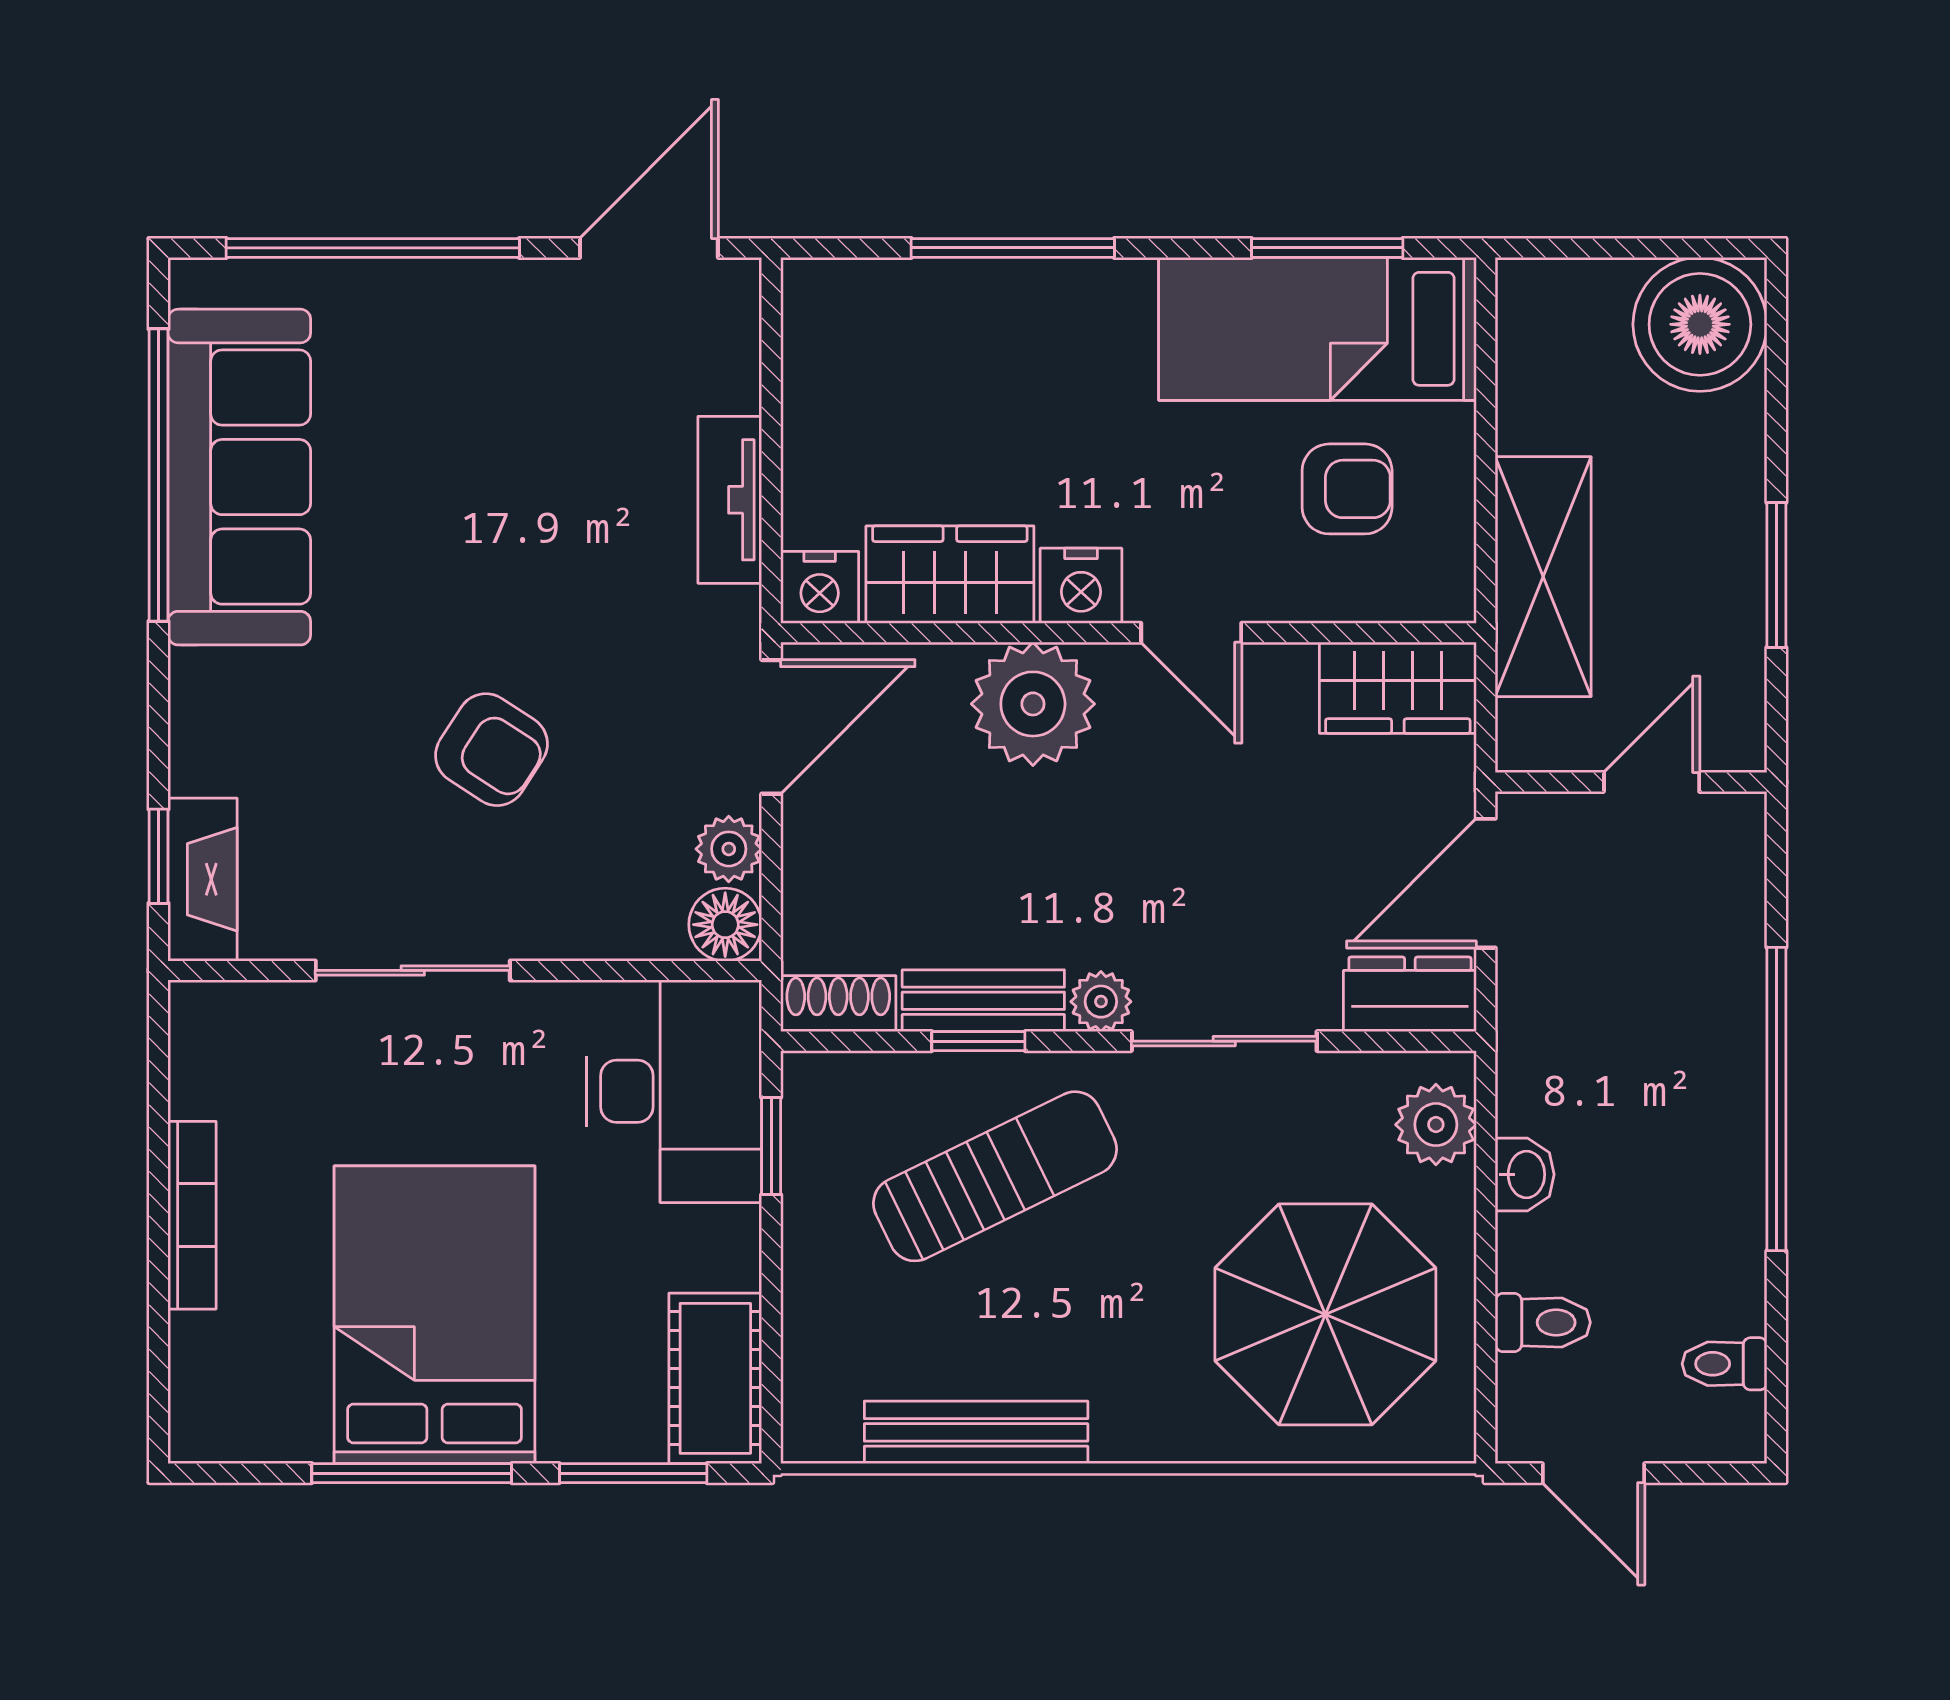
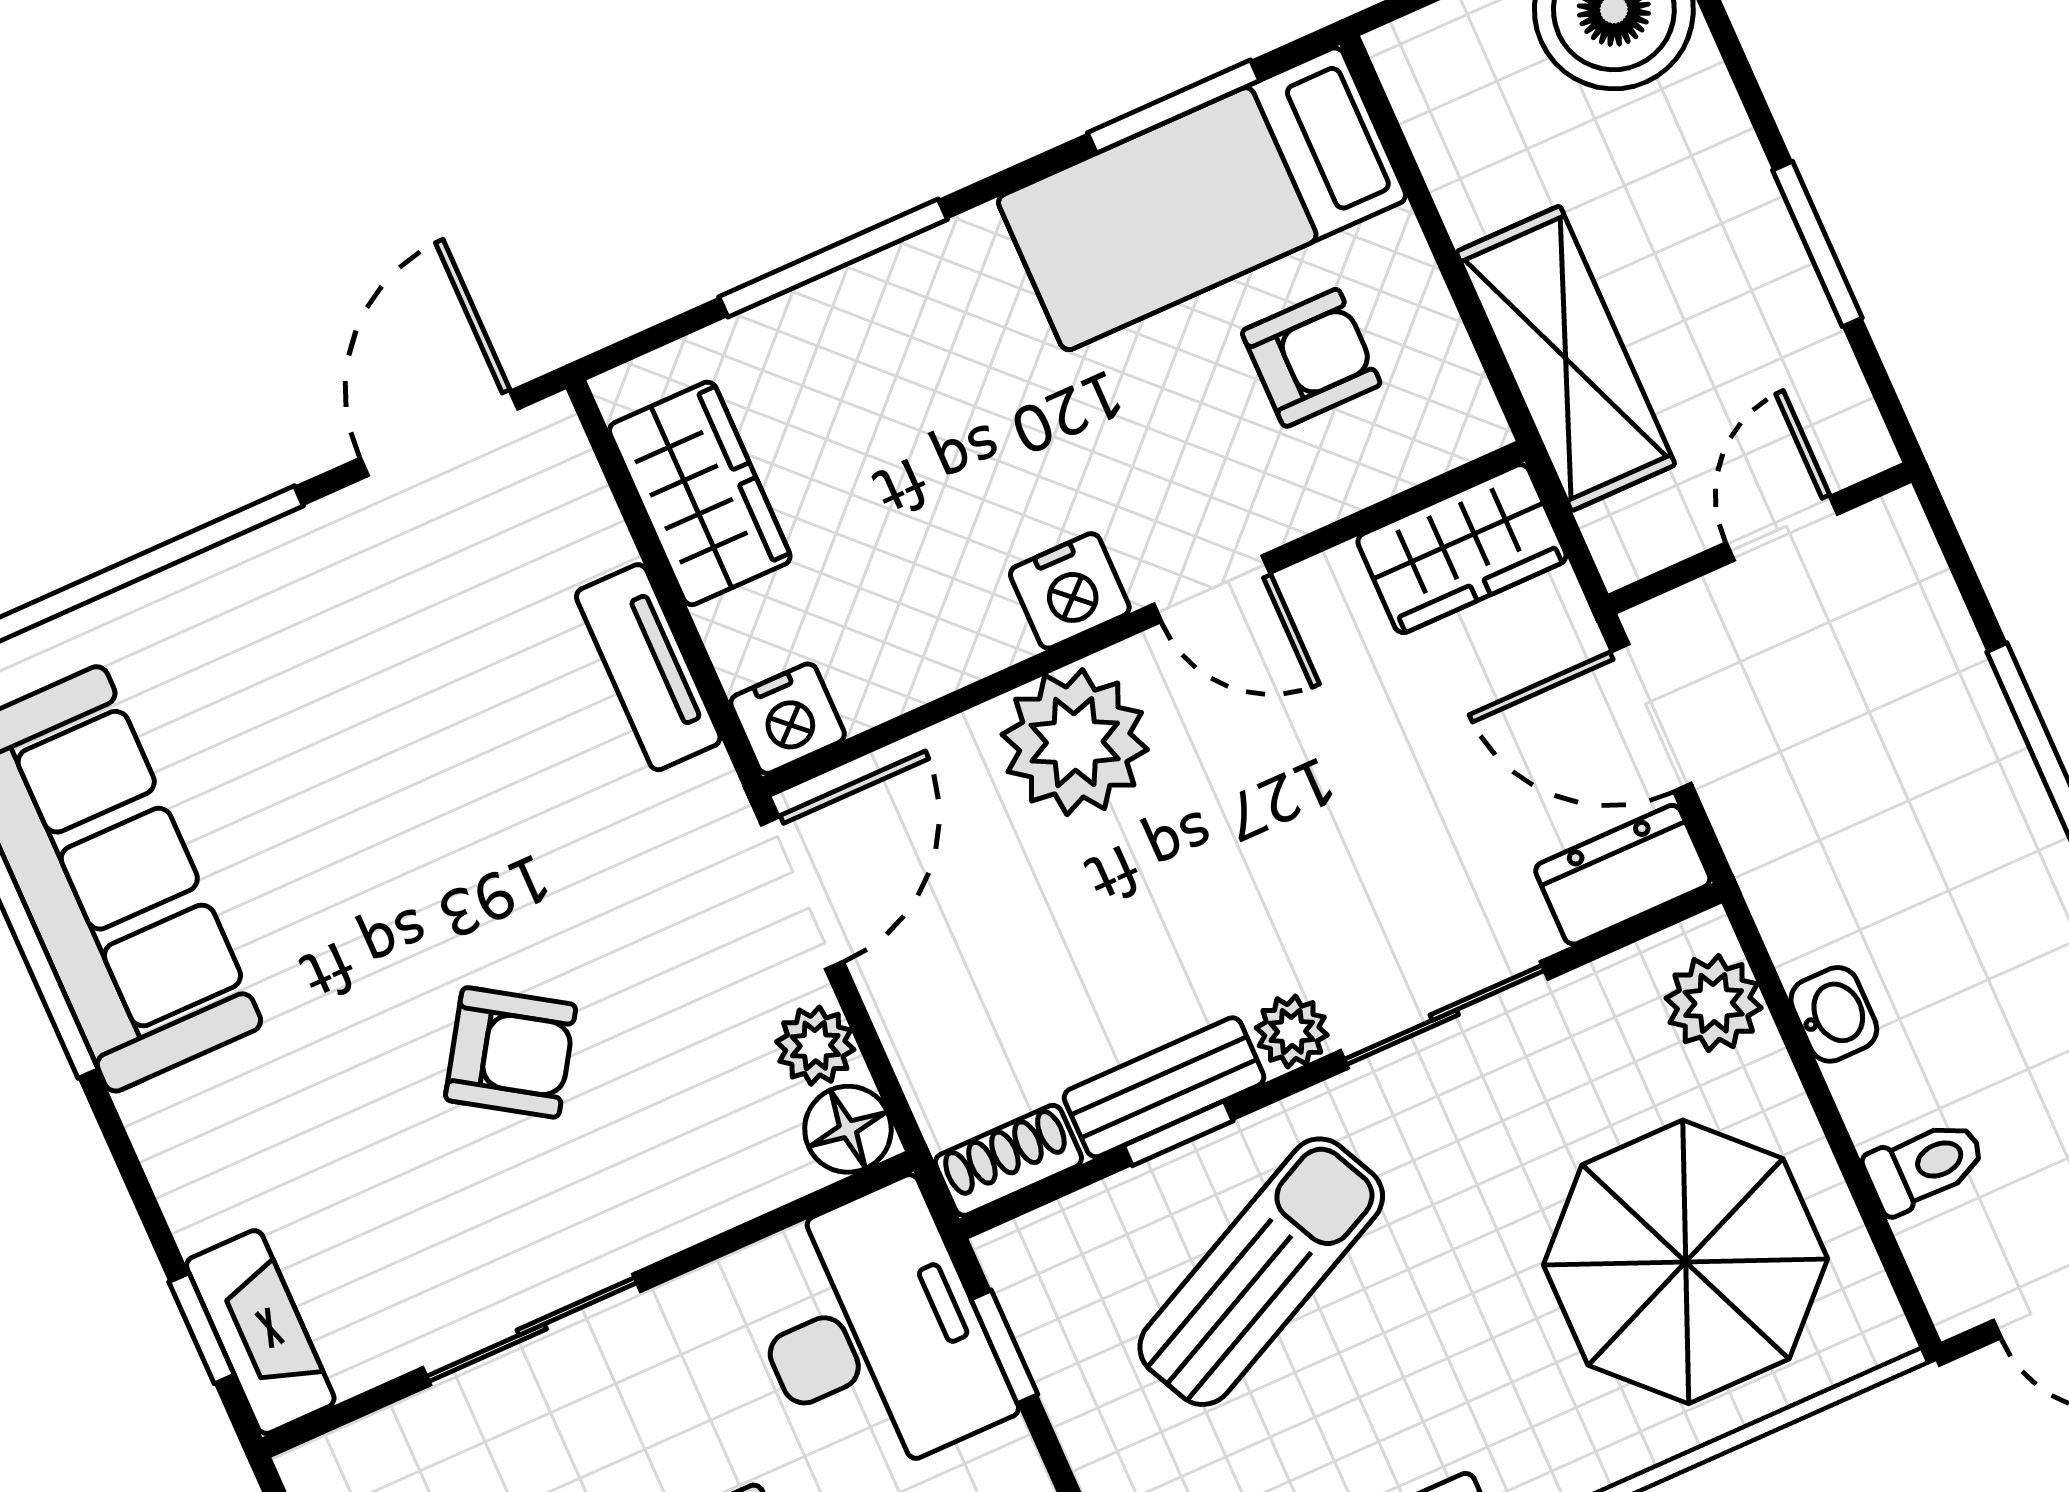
wardrobe: (950, 575) -> (700, 493), moved, turned 90
door: (1486, 883) -> (1651, 718), hinge flipped

